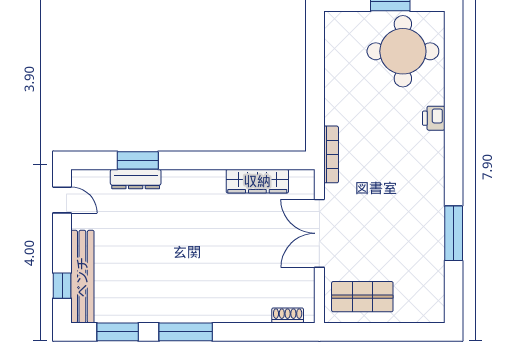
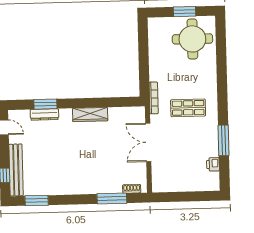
printer: (434, 118) -> (213, 164), moved
wardrobe: (257, 181) -> (90, 115), moved
shop shelf: (362, 297) -> (188, 108), moved
window: (186, 332) -> (112, 199), moved

